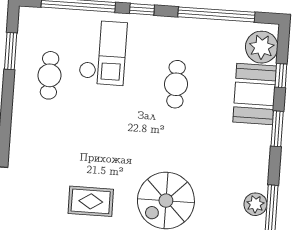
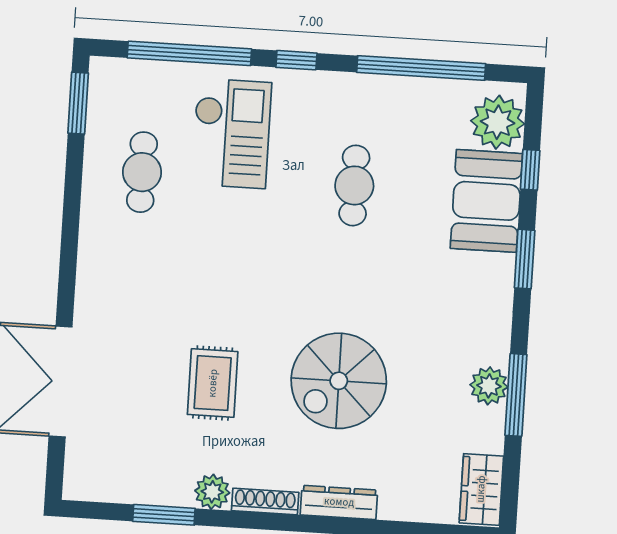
window: (11, 51) -> (78, 103), moved
rug: (91, 201) -> (213, 383), turned 90

